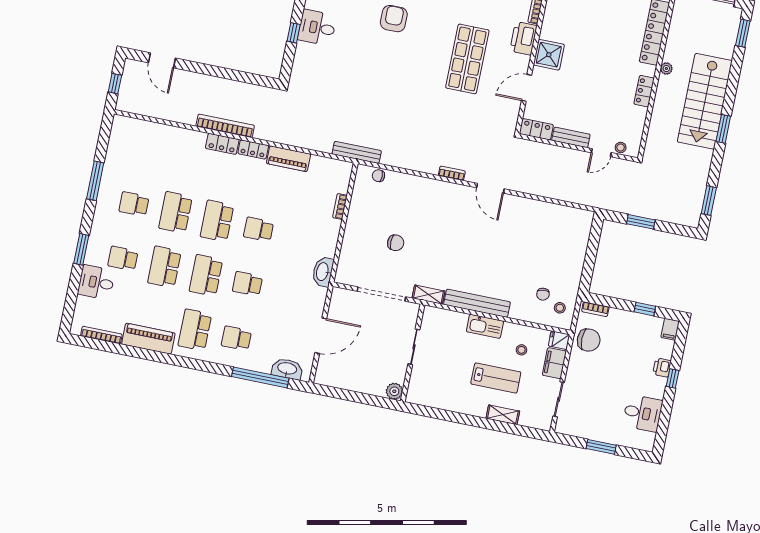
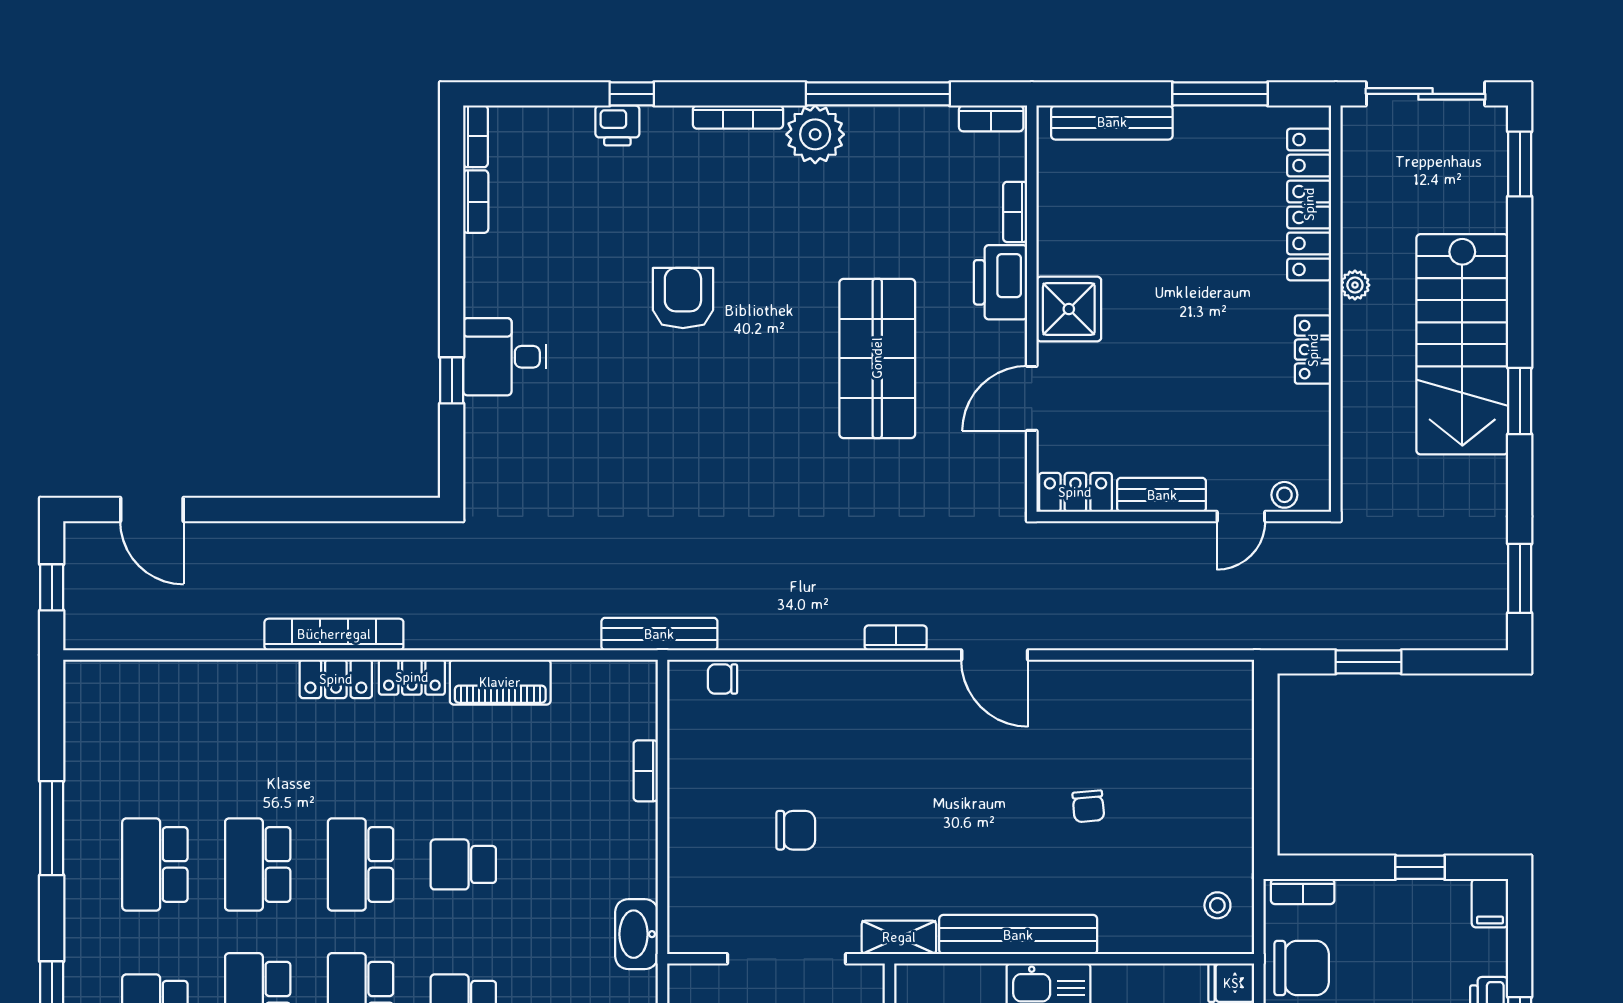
school desk: (134, 204) -> (155, 864), width x1.85
chair: (543, 294) -> (1088, 806), moved

